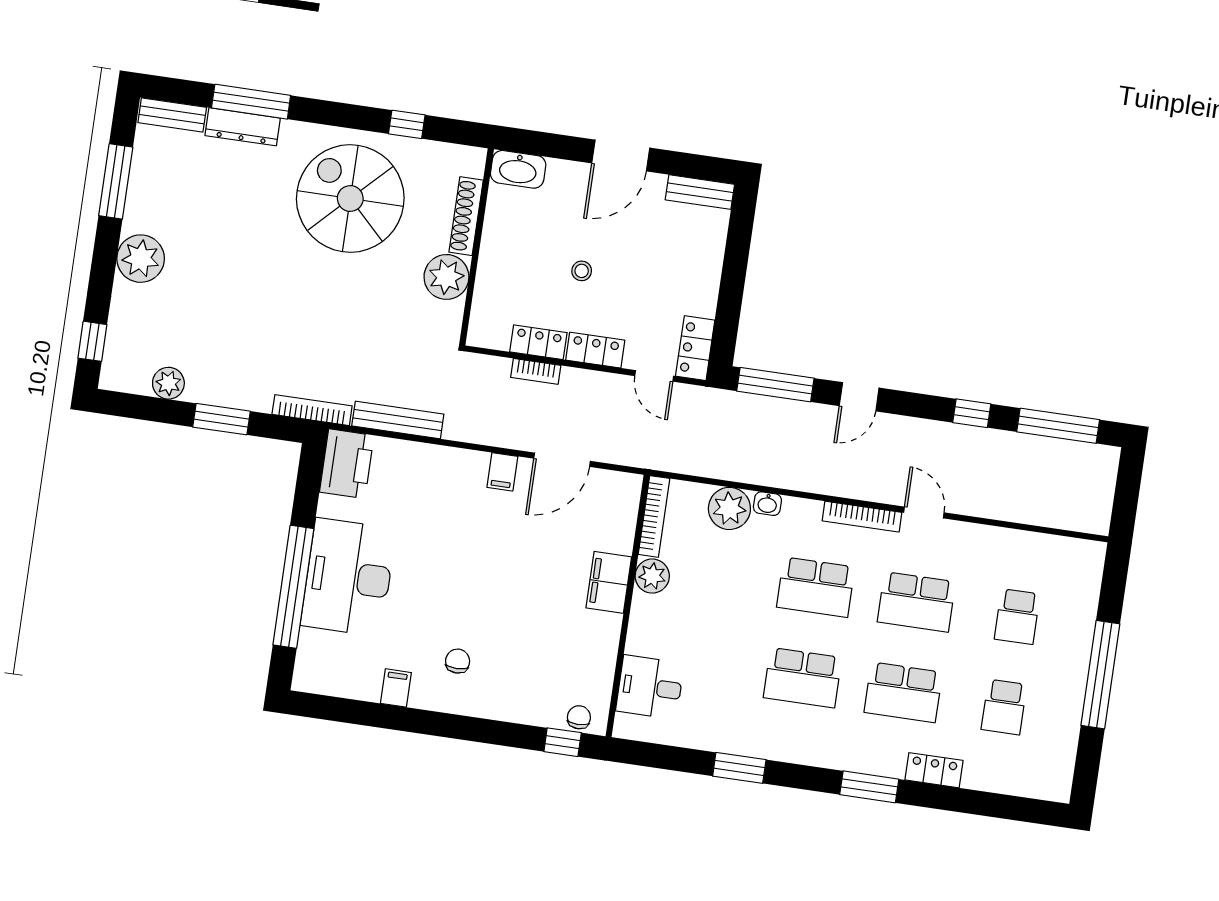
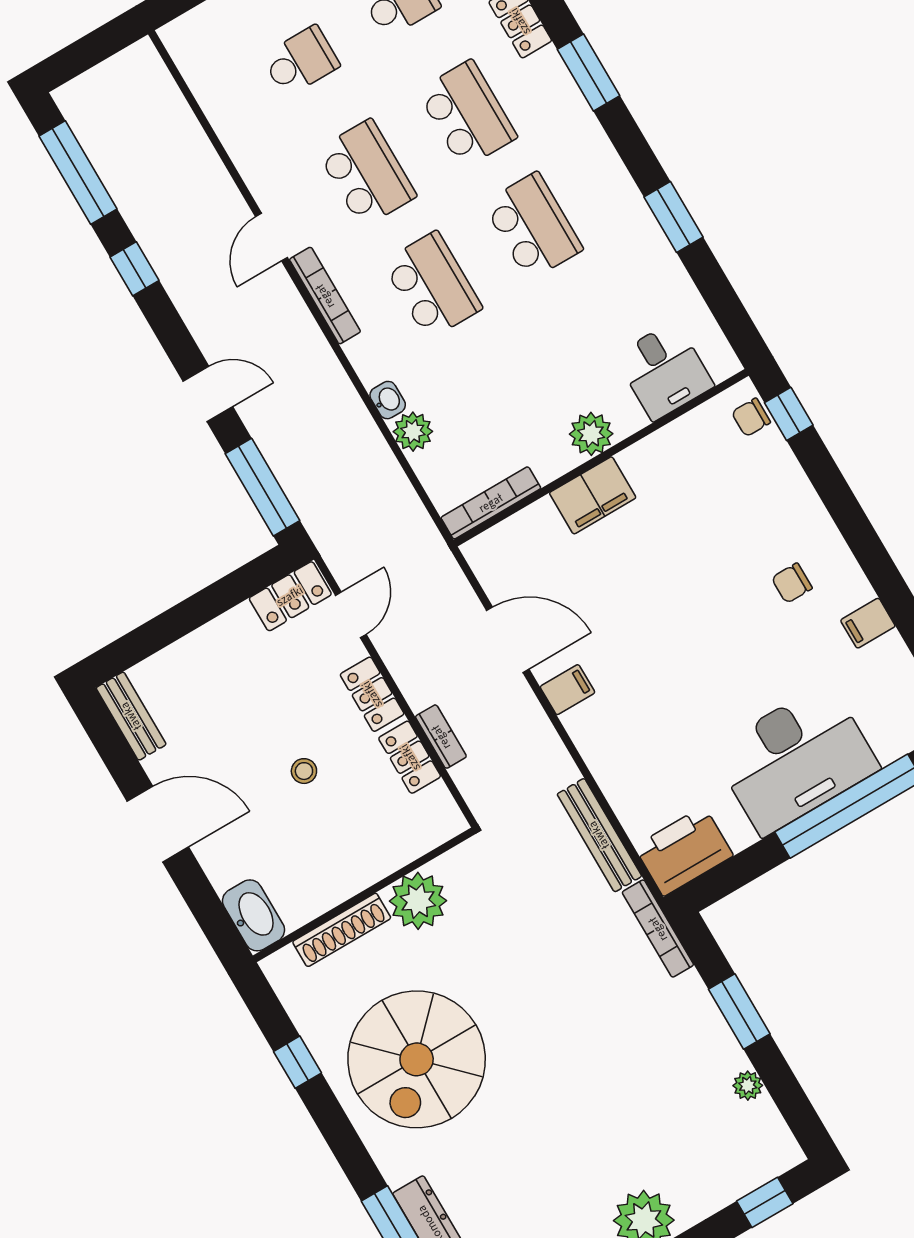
plant: (168, 383) -> (748, 1086), width x0.73, depth x0.73
plant: (729, 508) -> (413, 432), width x0.73, depth x0.73
plant: (652, 576) -> (591, 434), moved

